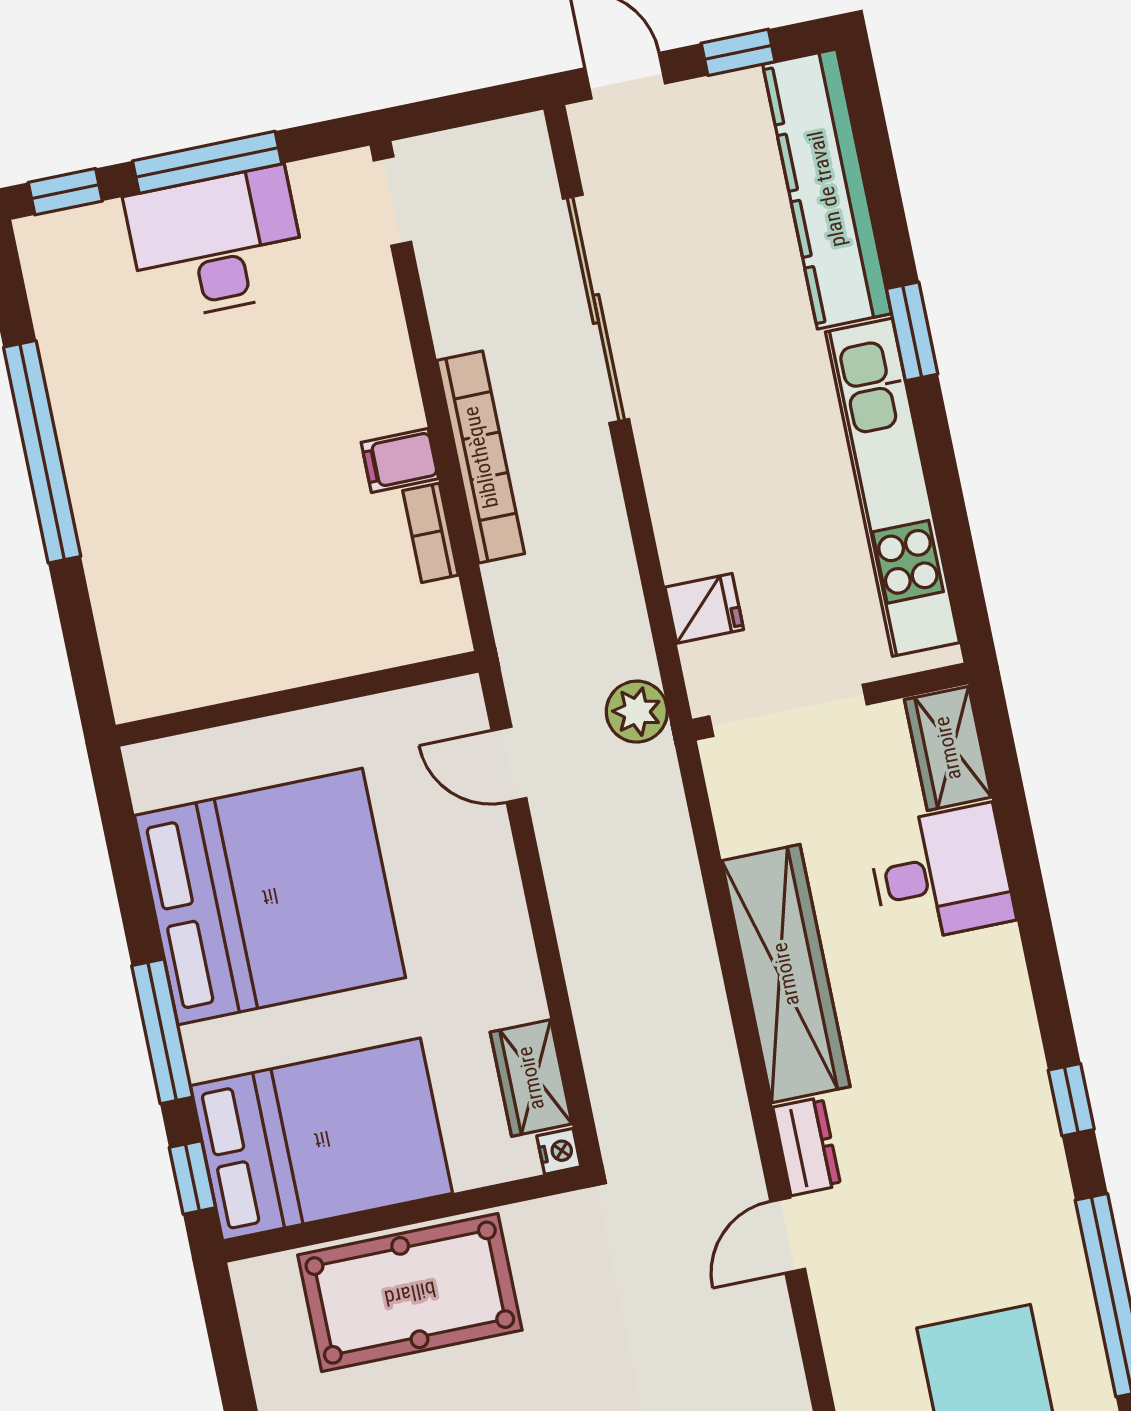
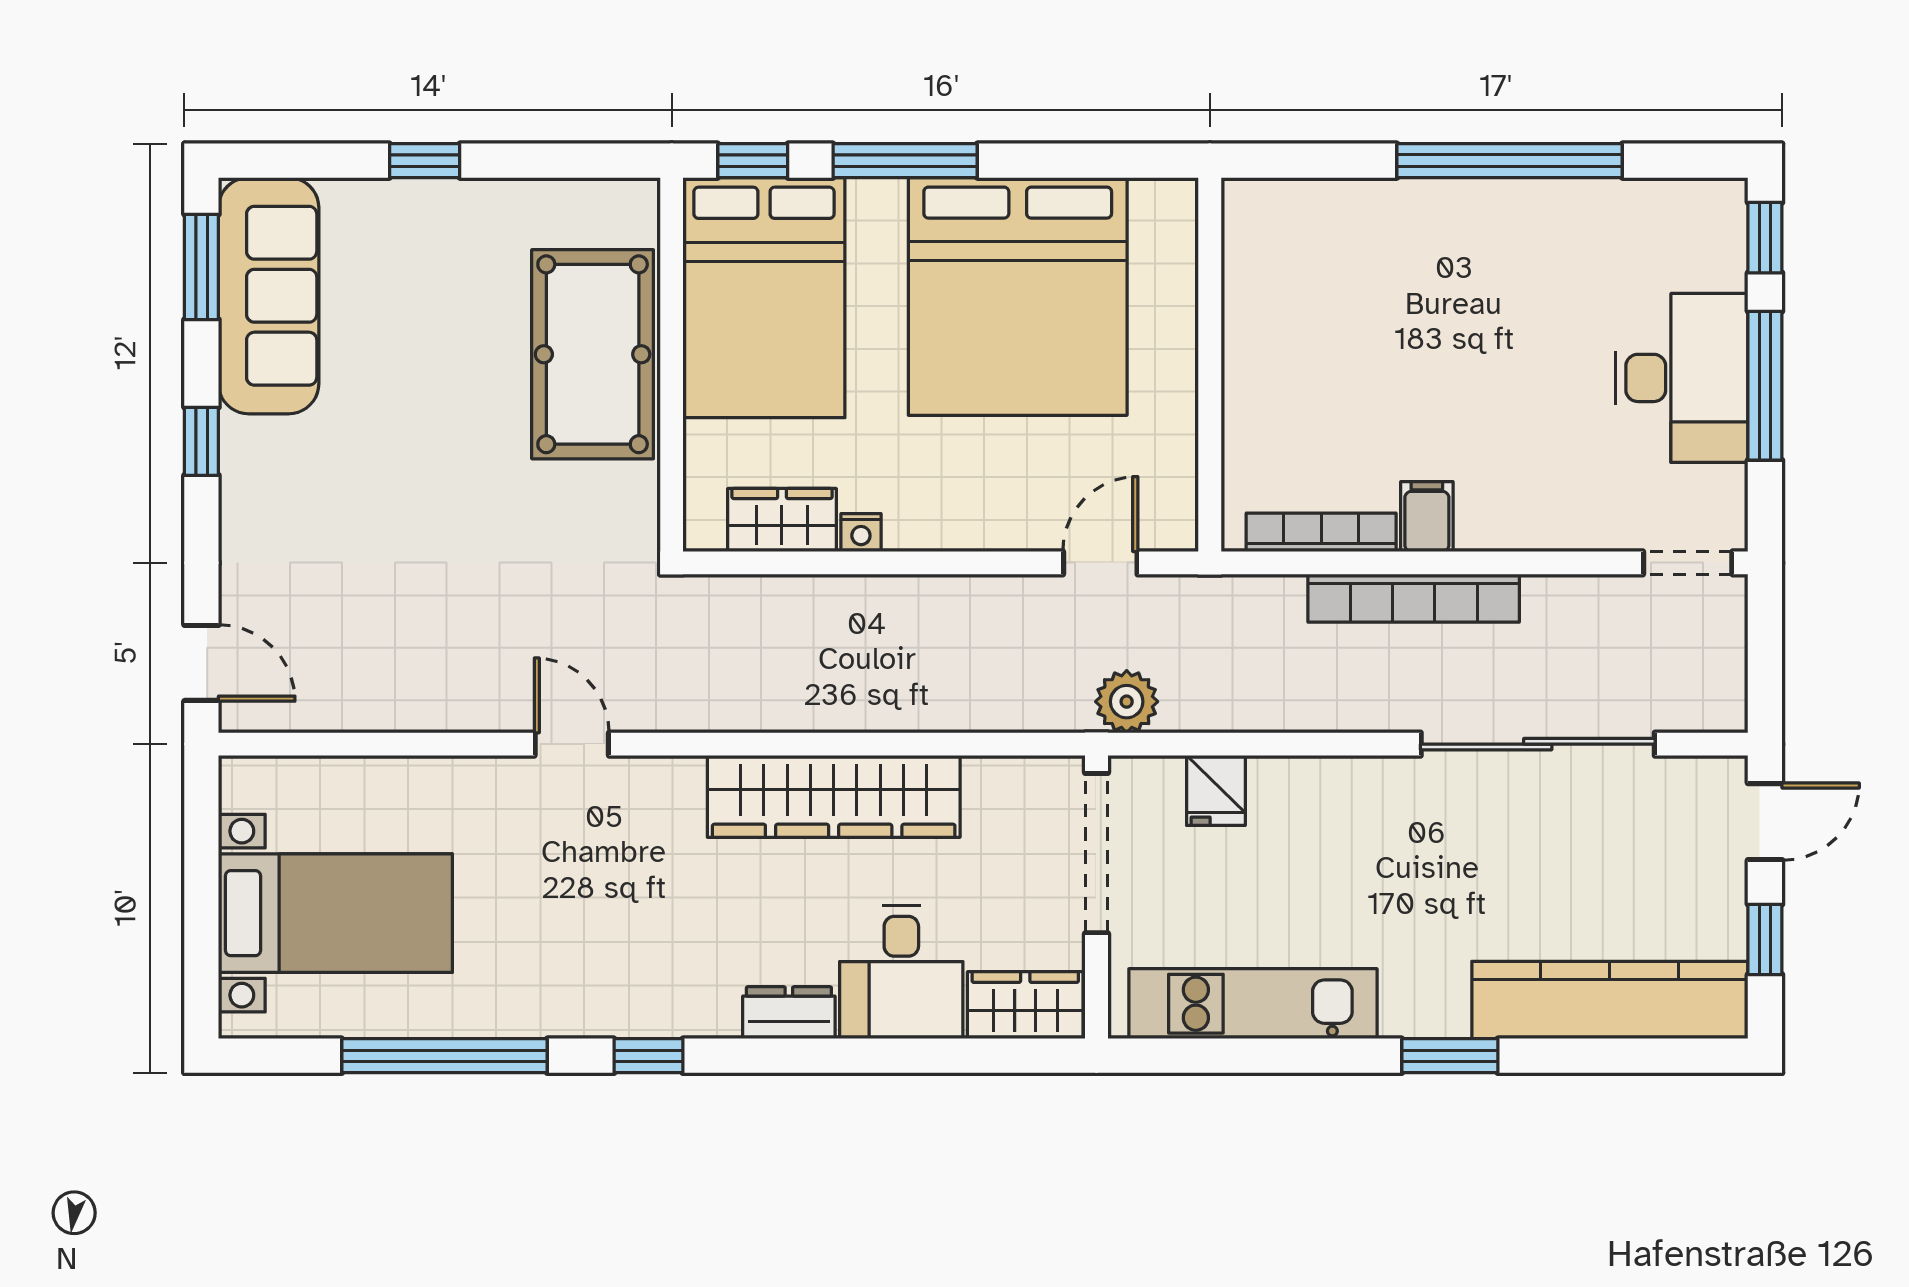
kitchen unit: (892, 487) -> (1253, 1004), width x0.73
bookcase: (431, 533) -> (1321, 532), width x1.56
dresser: (807, 1146) -> (789, 1013), moved, turned 180
nightstand: (559, 1151) -> (861, 533), moved

